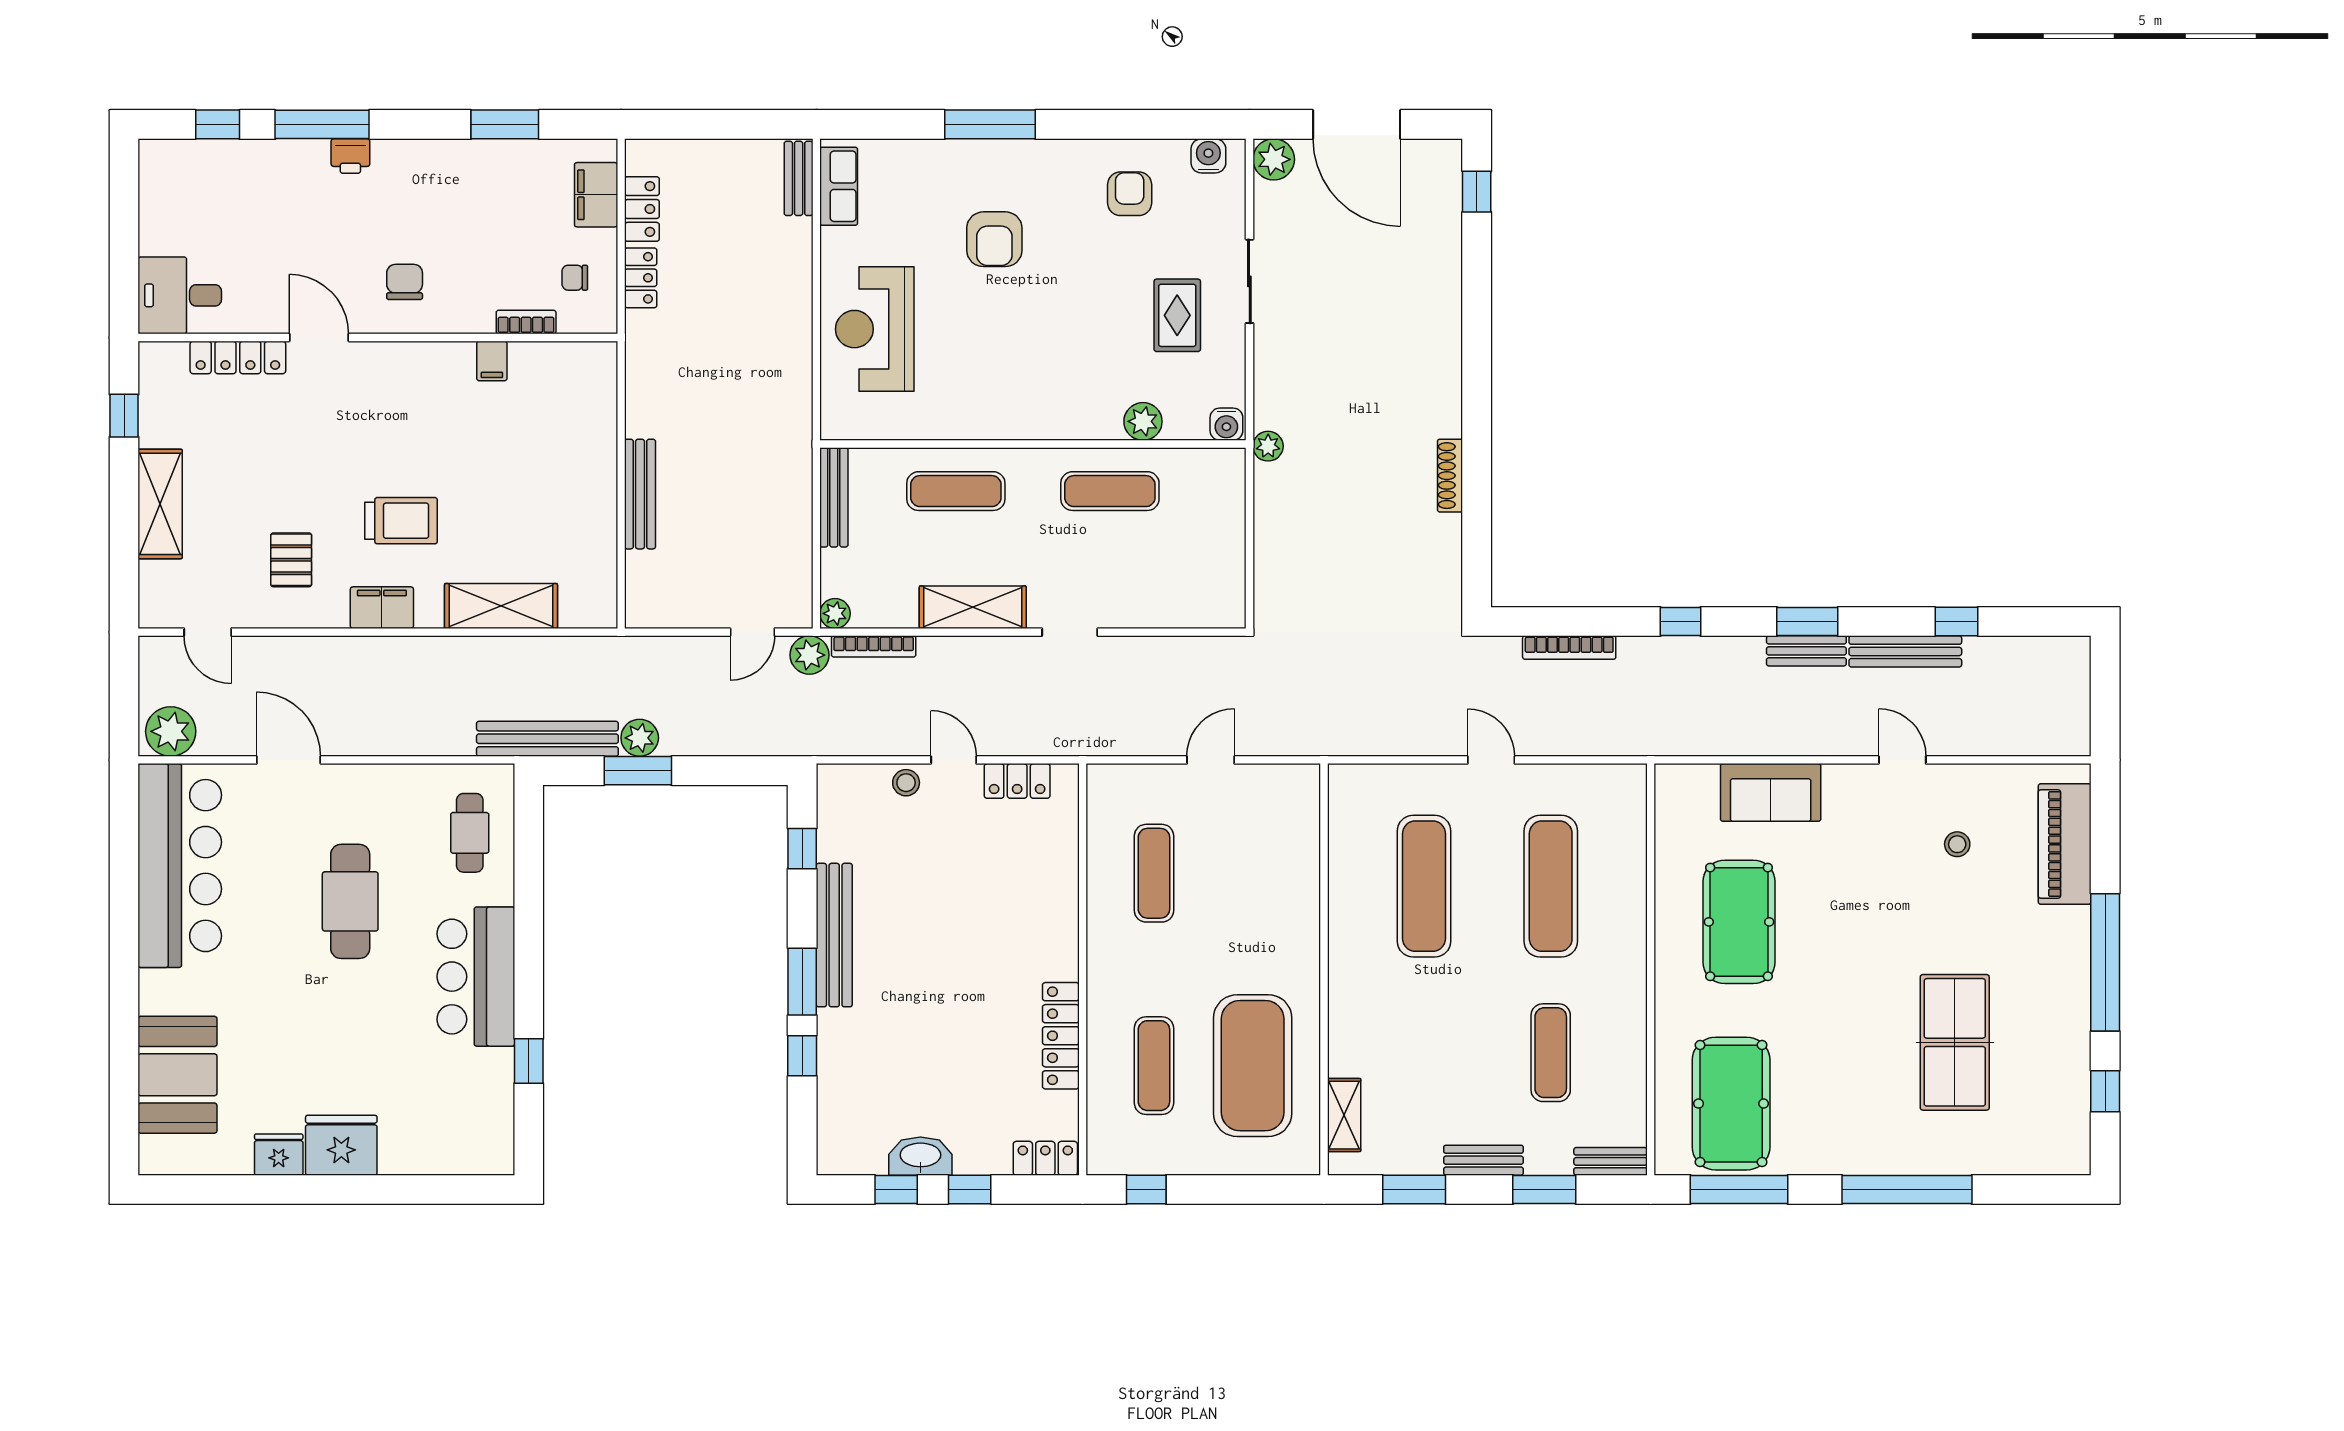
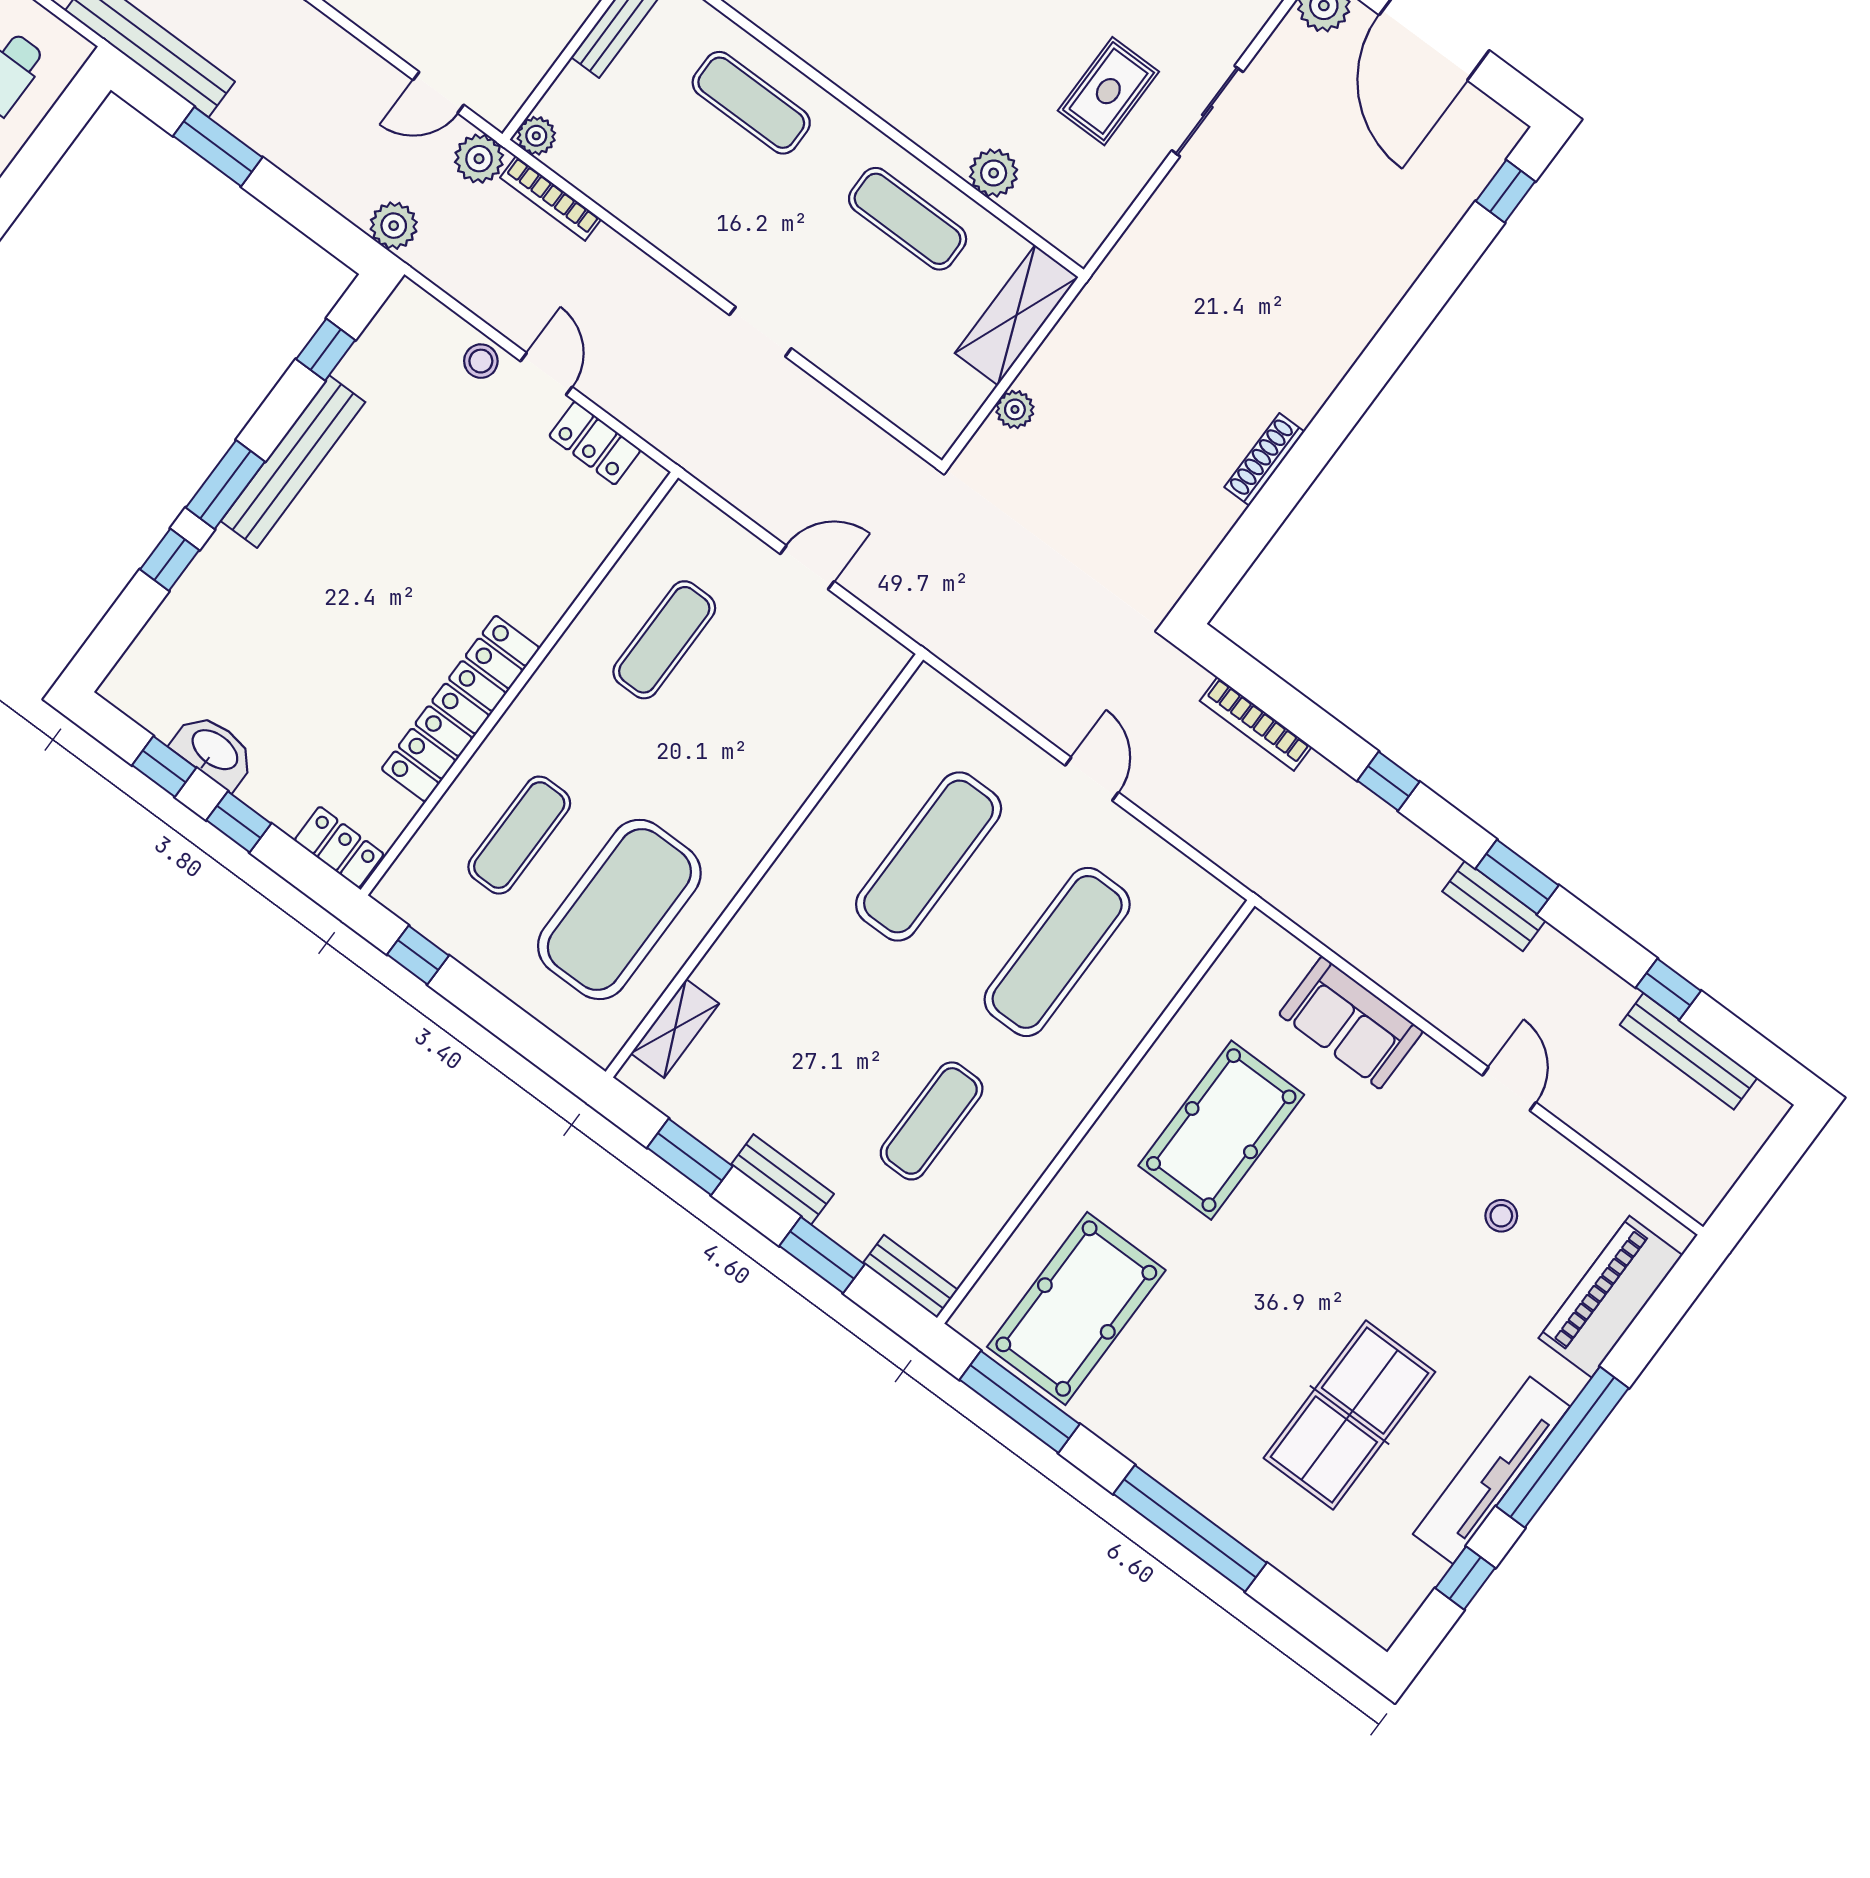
water cooler: (1226, 424) -> (1076, 239), removed
plant: (1268, 446) -> (1015, 409), moved
shelving: (973, 607) -> (1017, 315), moved, turned 90
bench: (1905, 651) -> (1689, 1051), moved
plant: (640, 738) -> (394, 226), moved
tv unit: (2071, 1010) -> (1491, 1470), added
locker: (1061, 1036) -> (461, 709), width x1.41, depth x1.21

